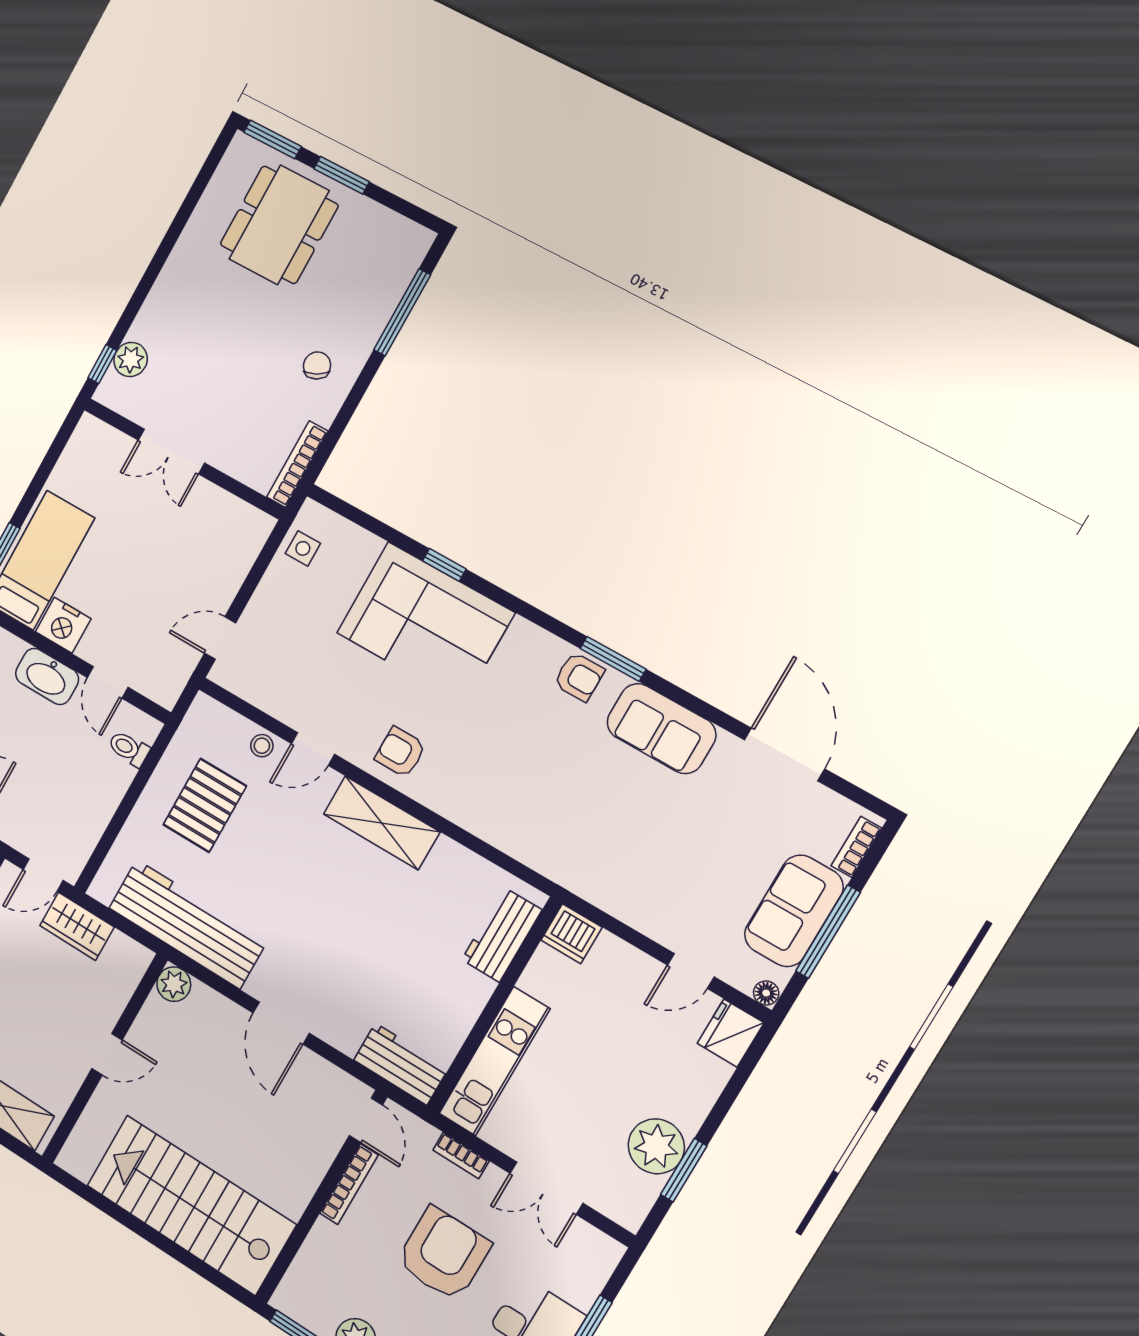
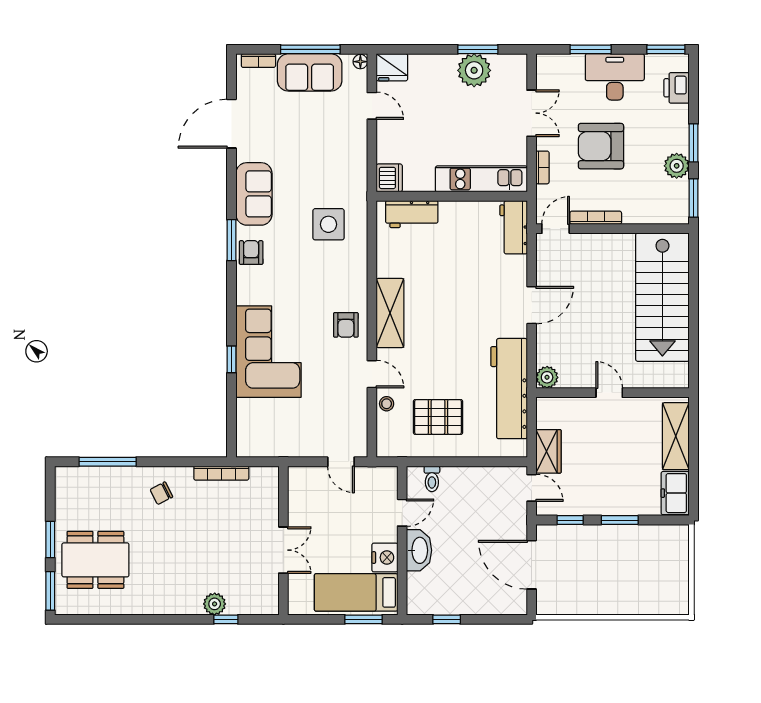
double door: (171, 451) -> (283, 550), moved
wall: (184, 458) -> (283, 541), moved
side table: (303, 548) -> (328, 224), moved, width x1.87, depth x1.87

